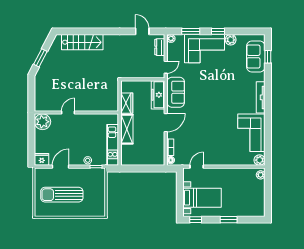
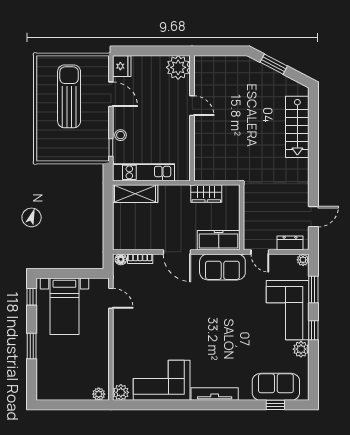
shelving: (127, 129) -> (135, 194), moved

